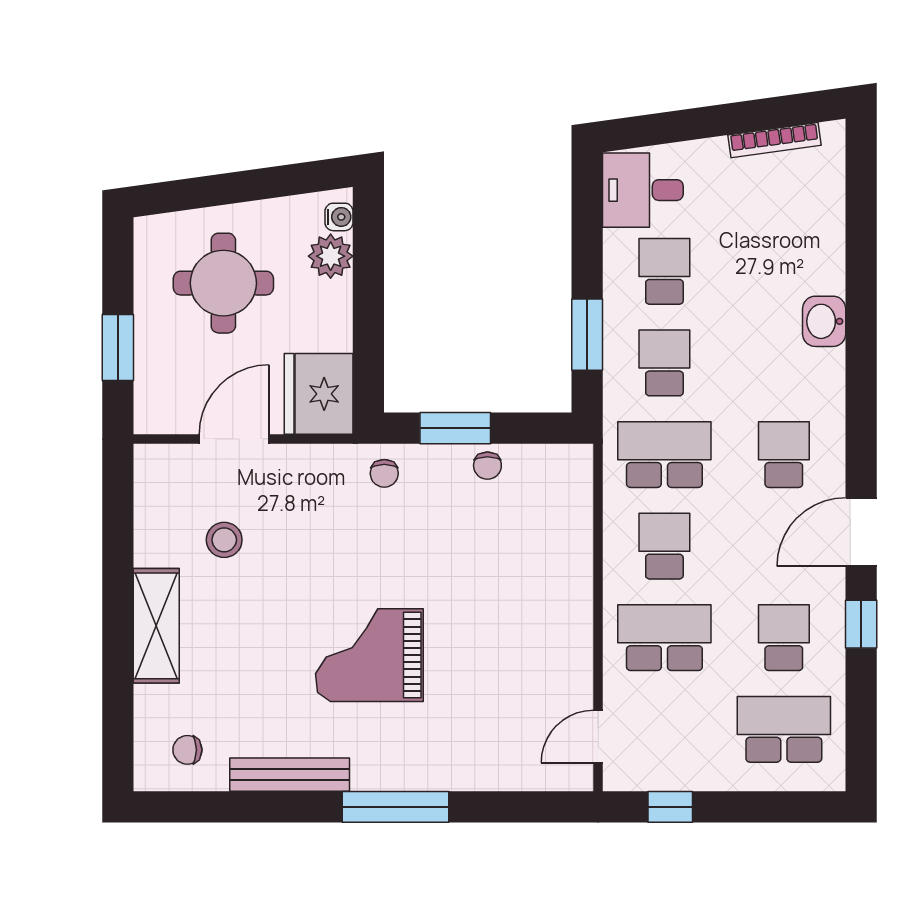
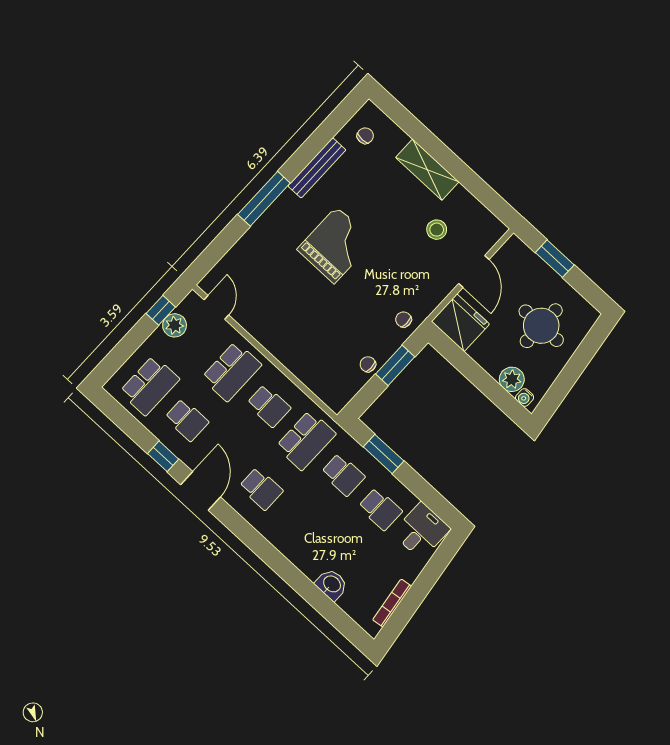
washbasin: (824, 321) -> (332, 584), moved
plant: (673, 770) -> (175, 325), added

